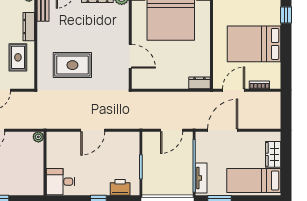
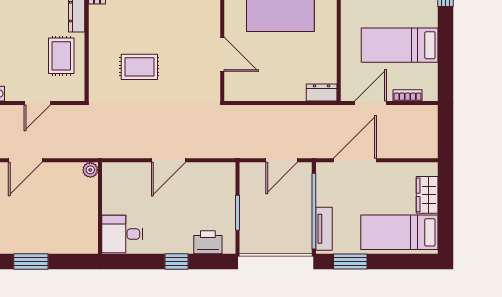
bed: (254, 44) -> (400, 45), width x0.67
rug: (72, 65) -> (139, 67), width x0.73, depth x0.70

